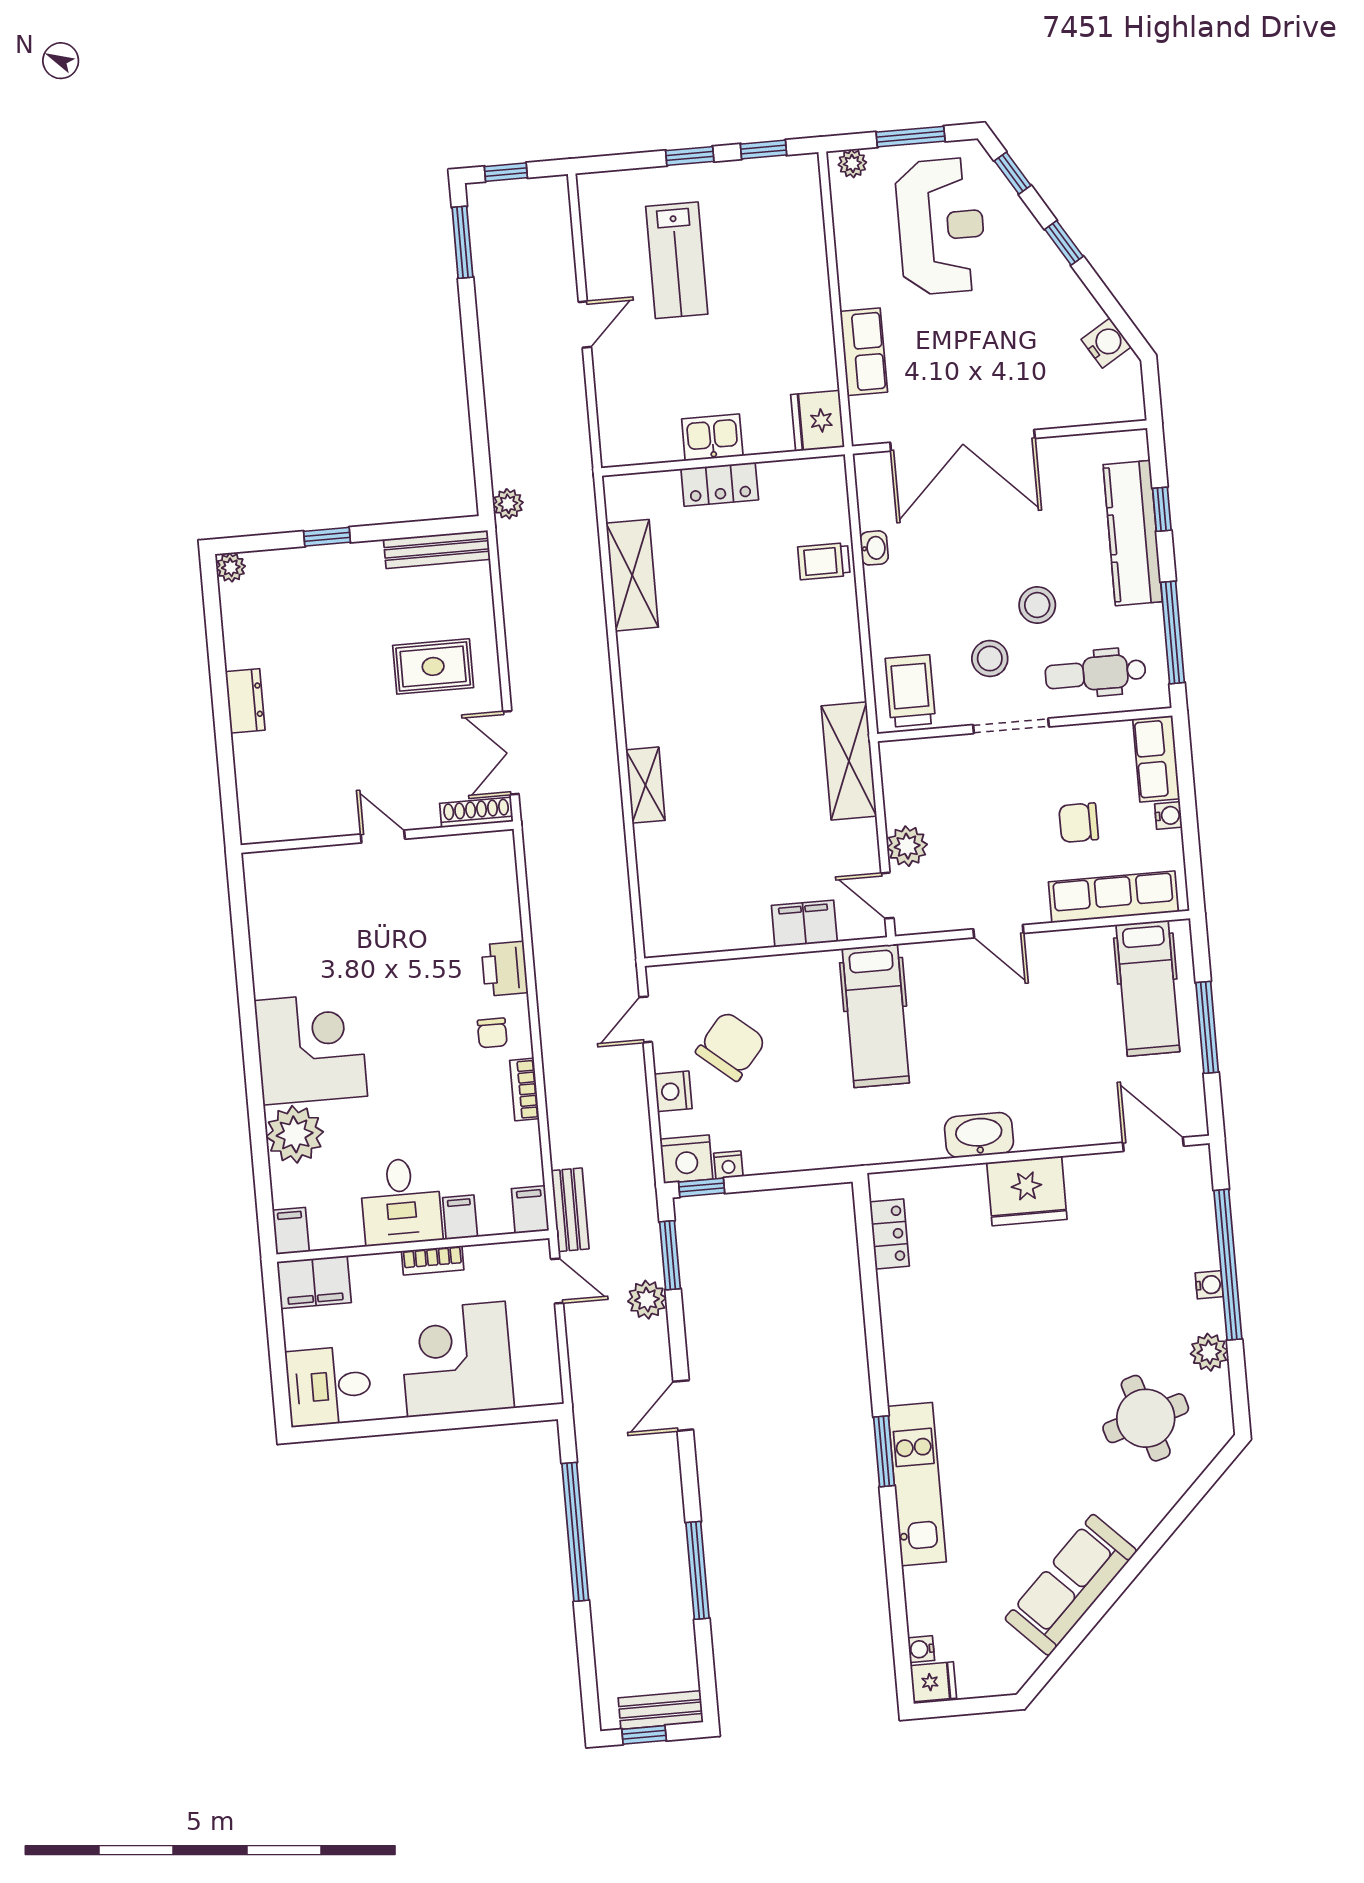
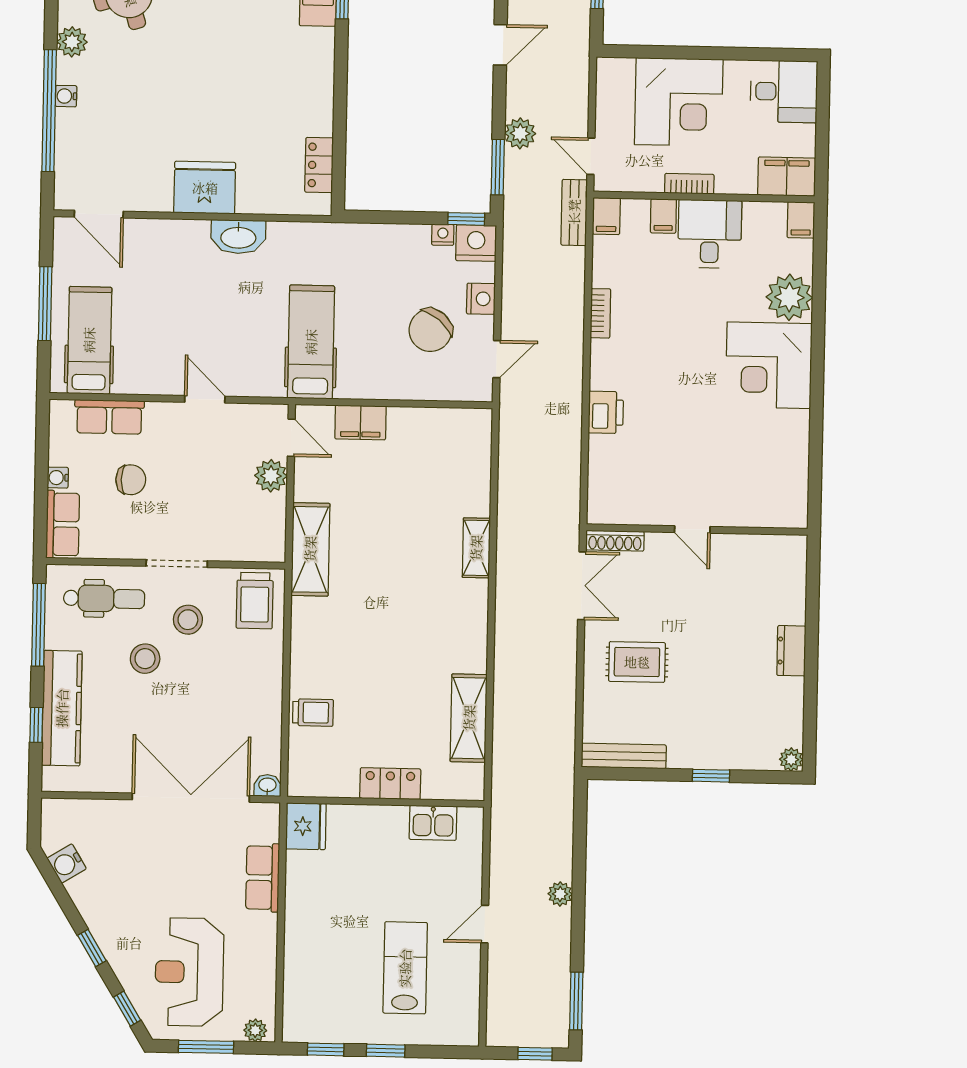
kitchen sink: (712, 437) -> (433, 823), moved
plant: (508, 504) -> (560, 894), moved
washbasin: (874, 548) -> (267, 785), moved, turned 90
row of seats: (1113, 897) -> (109, 417), width x0.68
chair: (492, 1033) -> (621, 362), removed

